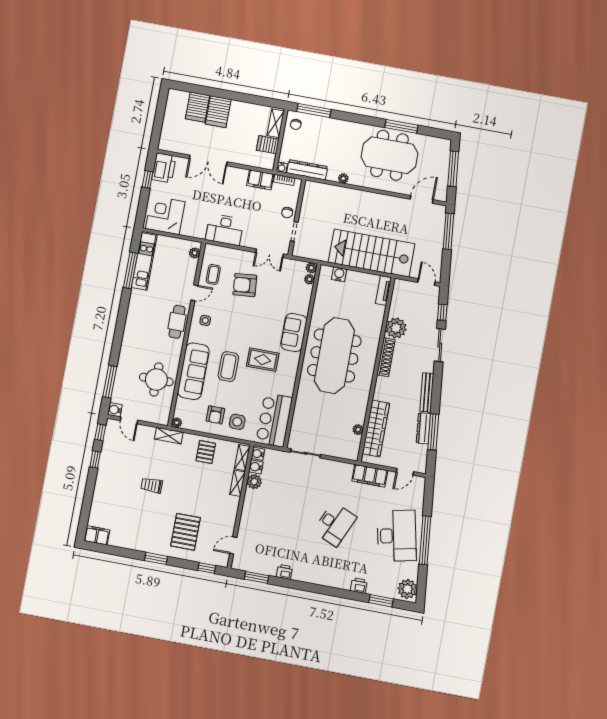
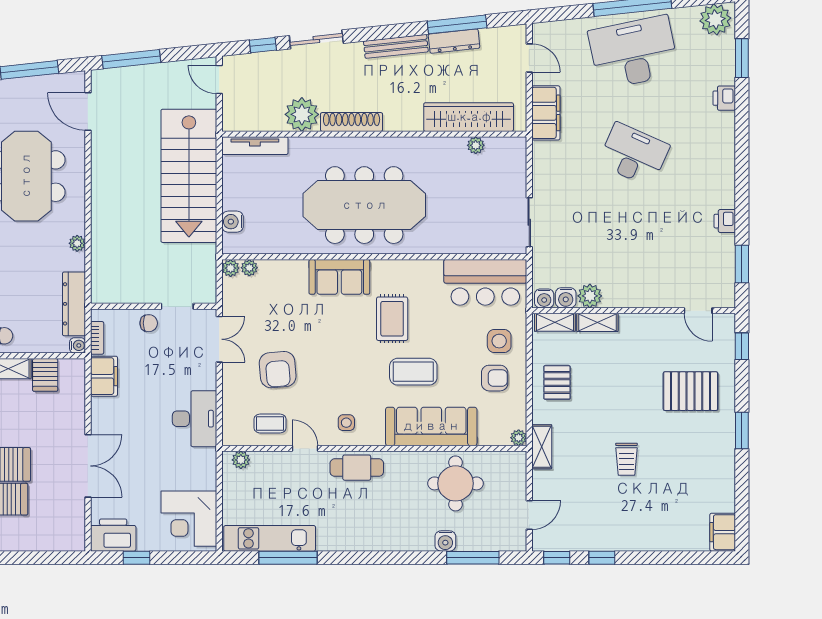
door: (426, 282) -> (219, 79), hinge flipped
tv unit: (383, 290) -> (255, 146), width x1.41
water cooler: (115, 410) -> (445, 541), moved
pallet: (206, 452) -> (557, 382), turned 90

